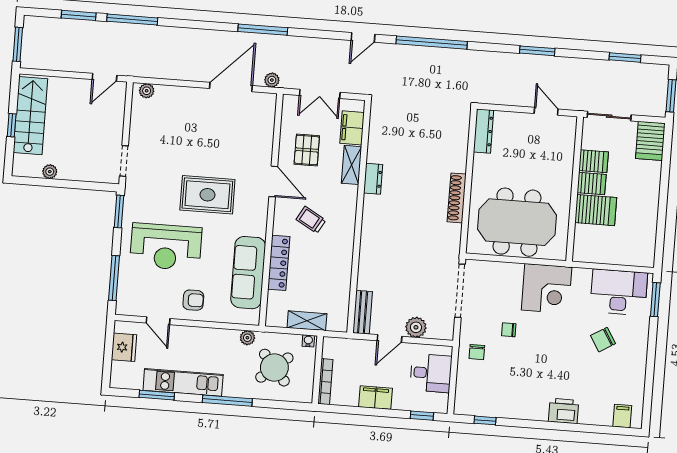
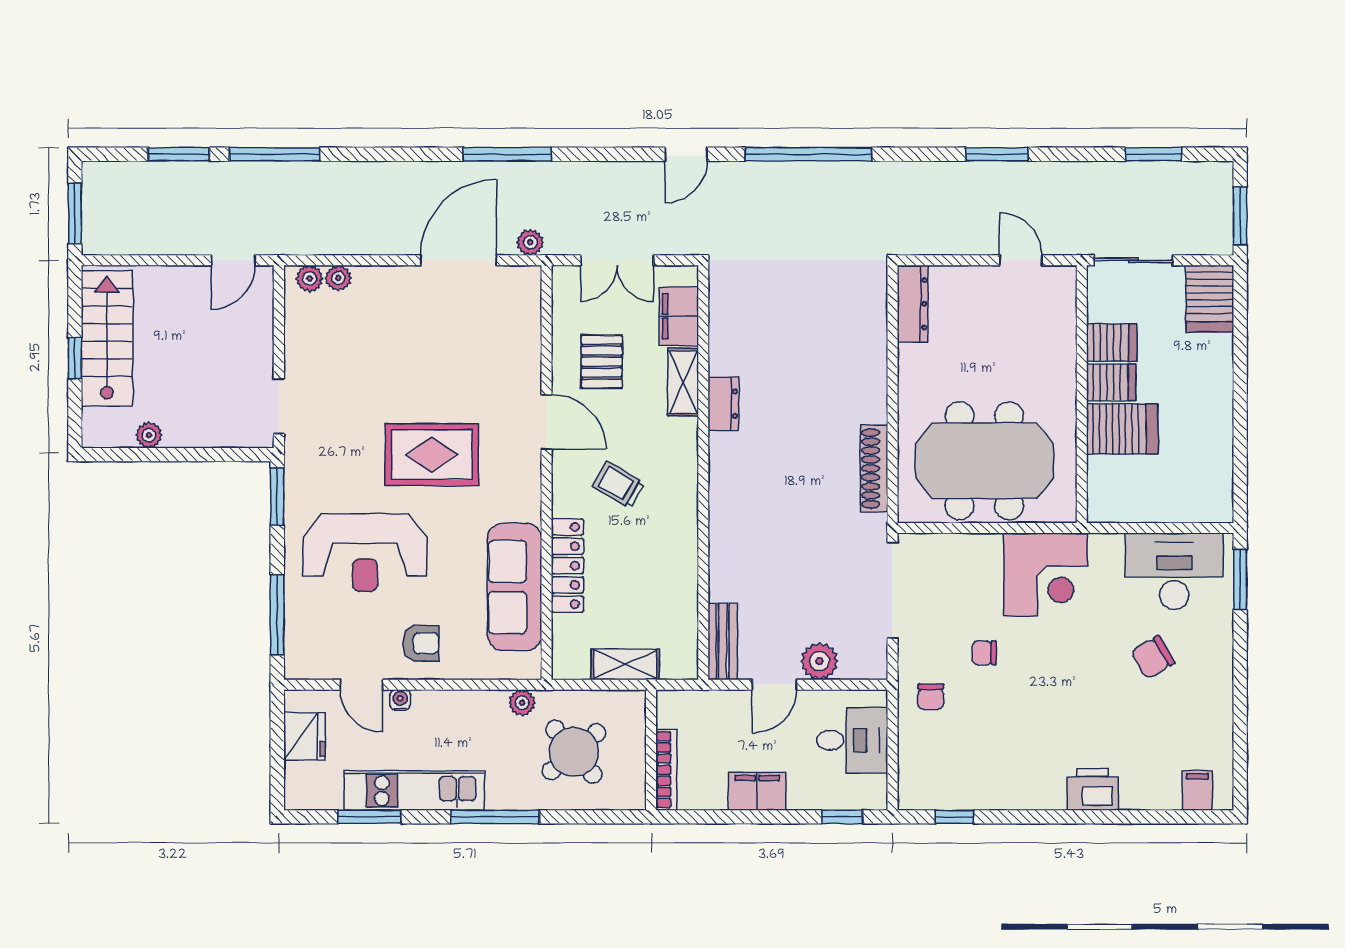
plant: (163, 92) -> (338, 278), added
shoe rack: (457, 198) -> (874, 468), moved
water cooler: (308, 341) -> (400, 700), moved

